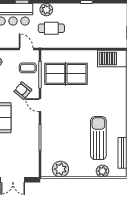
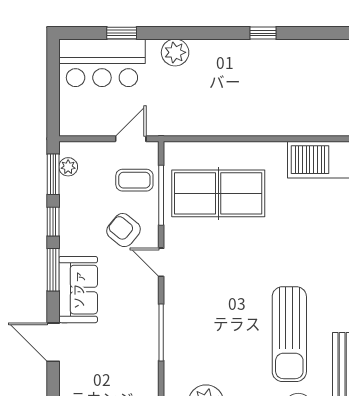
cafe table: (51, 28) -> (186, 93), removed
door: (26, 49) -> (131, 139), hinge flipped
sun lounger: (98, 138) -> (289, 334), turned 180

